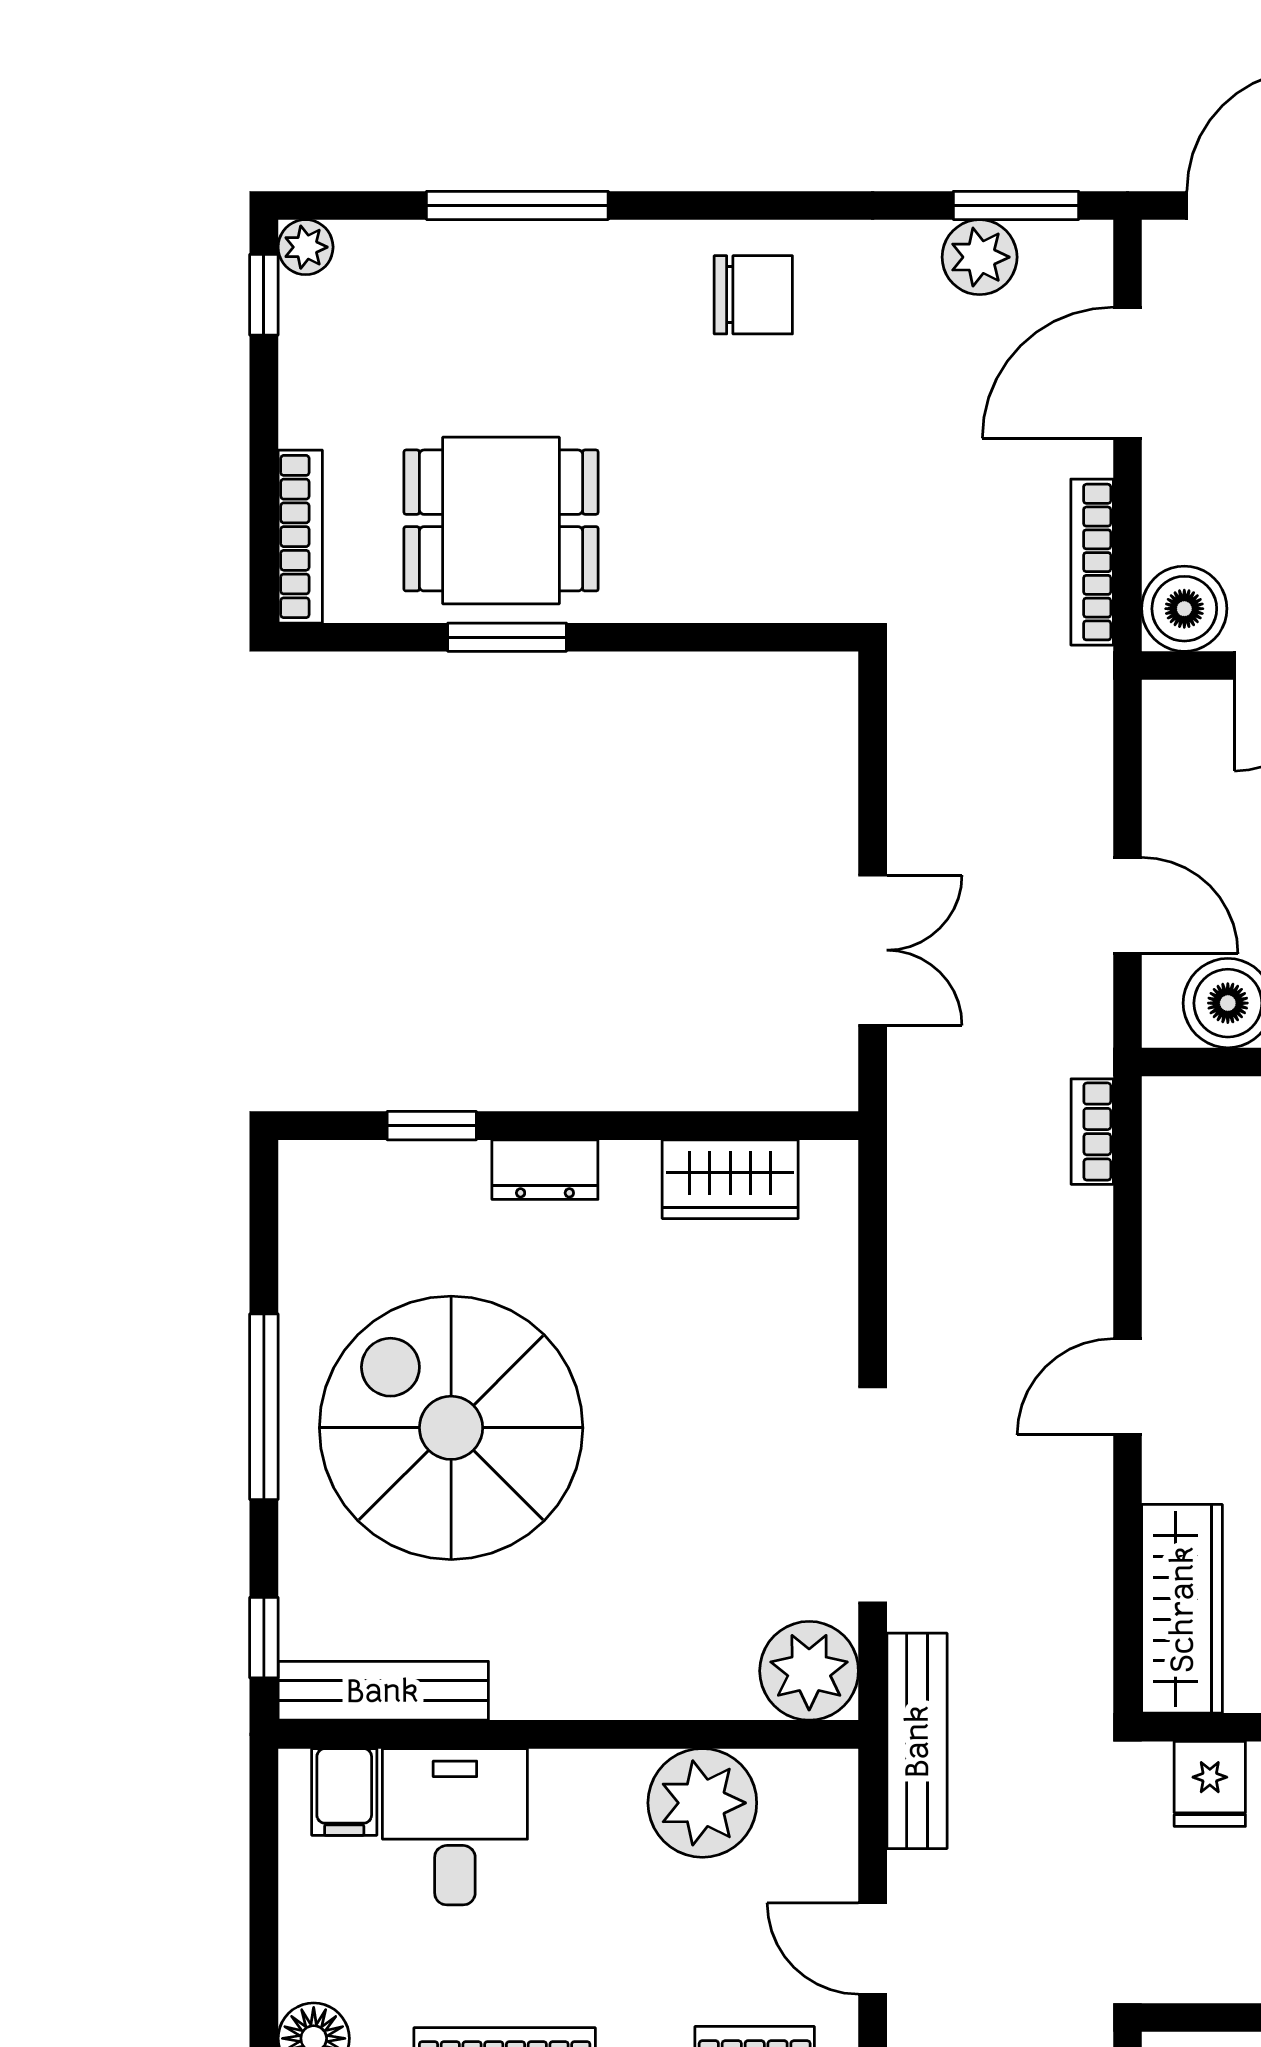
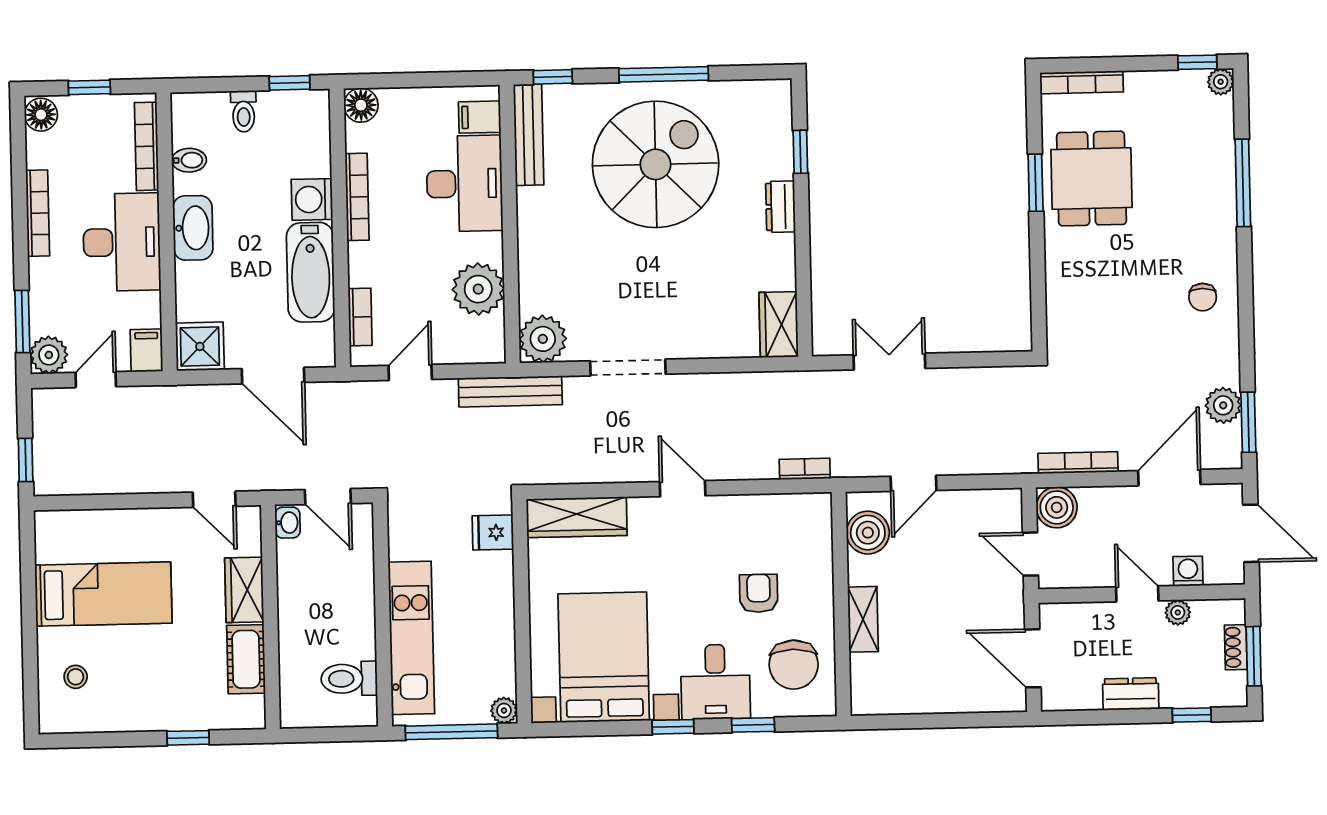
chair: (753, 295) -> (1203, 297), width x0.73, depth x0.73
door: (1127, 373) -> (1169, 478), hinge flipped
double door: (873, 950) -> (889, 362), swing flipped
wardrobe: (730, 1179) -> (779, 325), moved
doorway: (873, 1495) -> (628, 367), width x0.73
desk: (455, 1827) -> (464, 184), width x1.37

